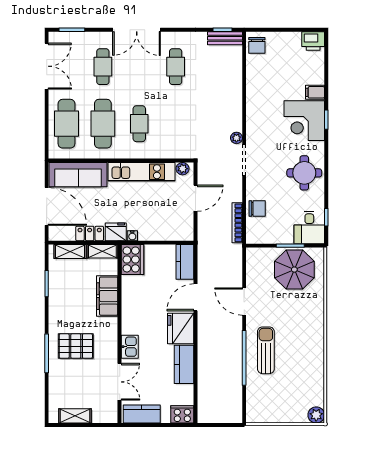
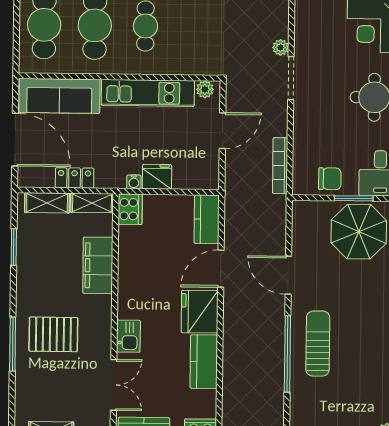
chair: (257, 209) -> (330, 179), moved
fridge: (116, 232) -> (157, 177), moved
cooker: (132, 259) -> (130, 209), width x0.73, depth x0.76

